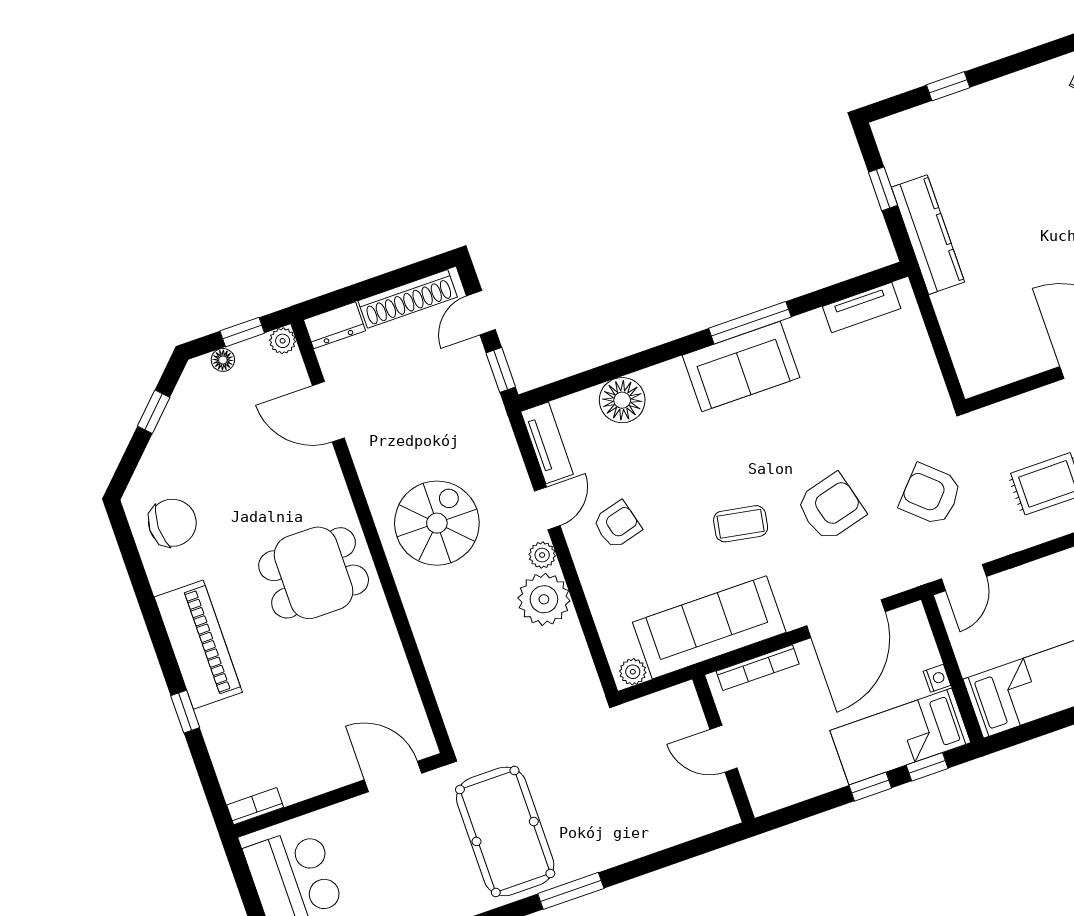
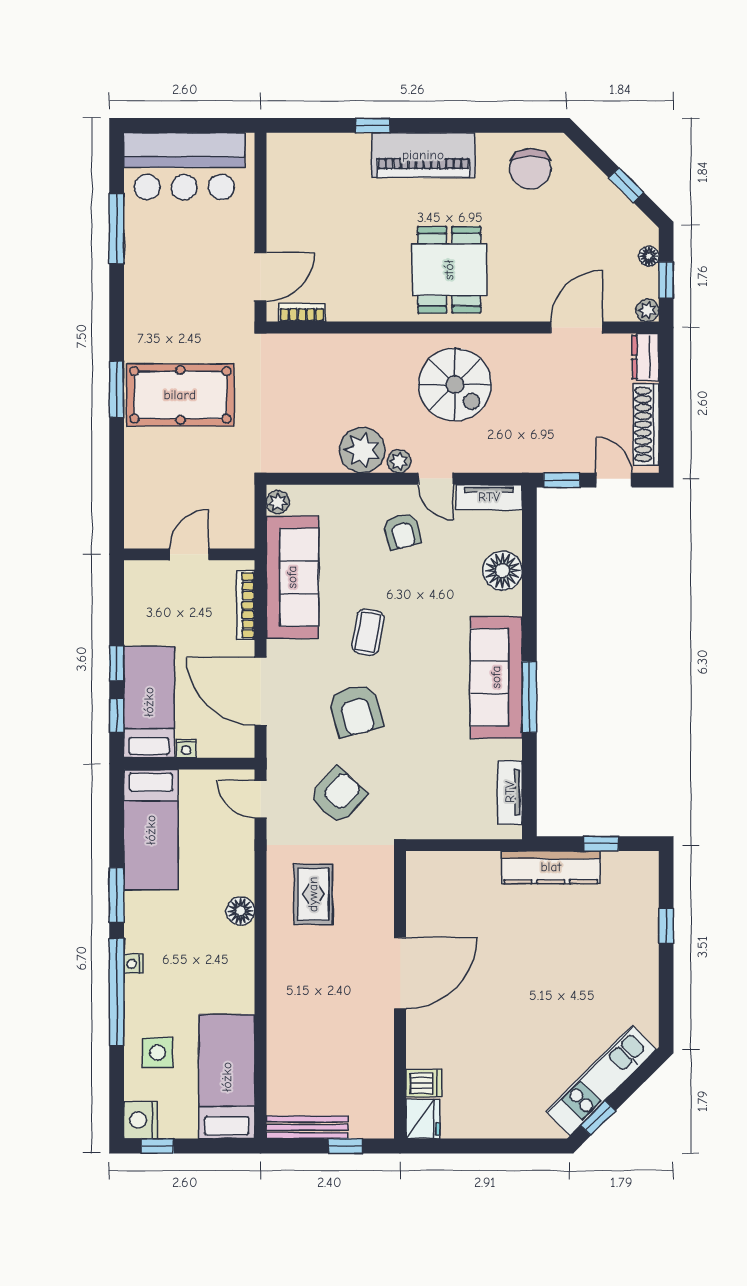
sofa: (741, 366) -> (496, 677), width x1.36
bookcase: (255, 806) -> (302, 313), moved, turned -90
pool table: (505, 831) -> (180, 395), moved

